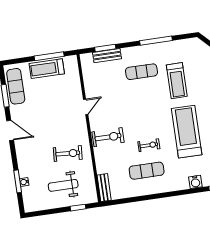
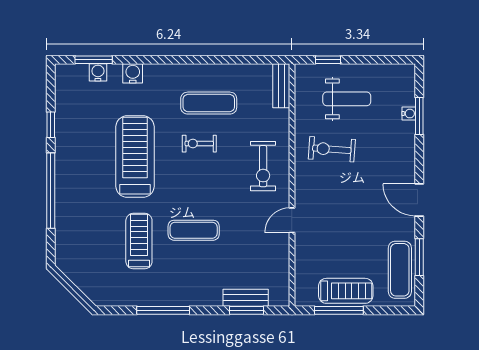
exercise mat: (142, 72) -> (194, 230), moved
treadmill: (187, 132) -> (135, 157), turned 180
exercise bike: (108, 137) -> (263, 166), turned -90

